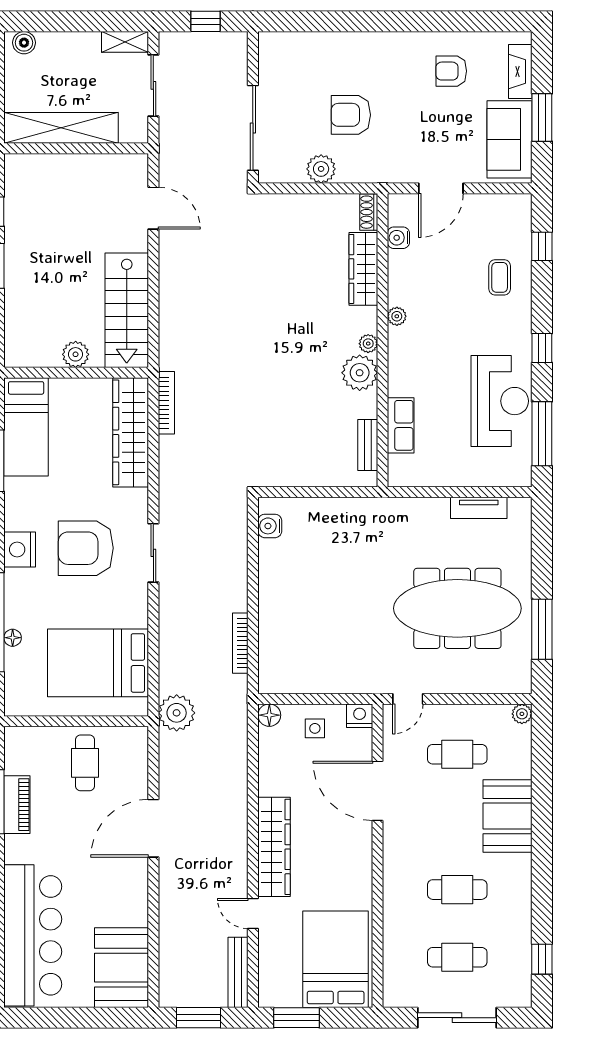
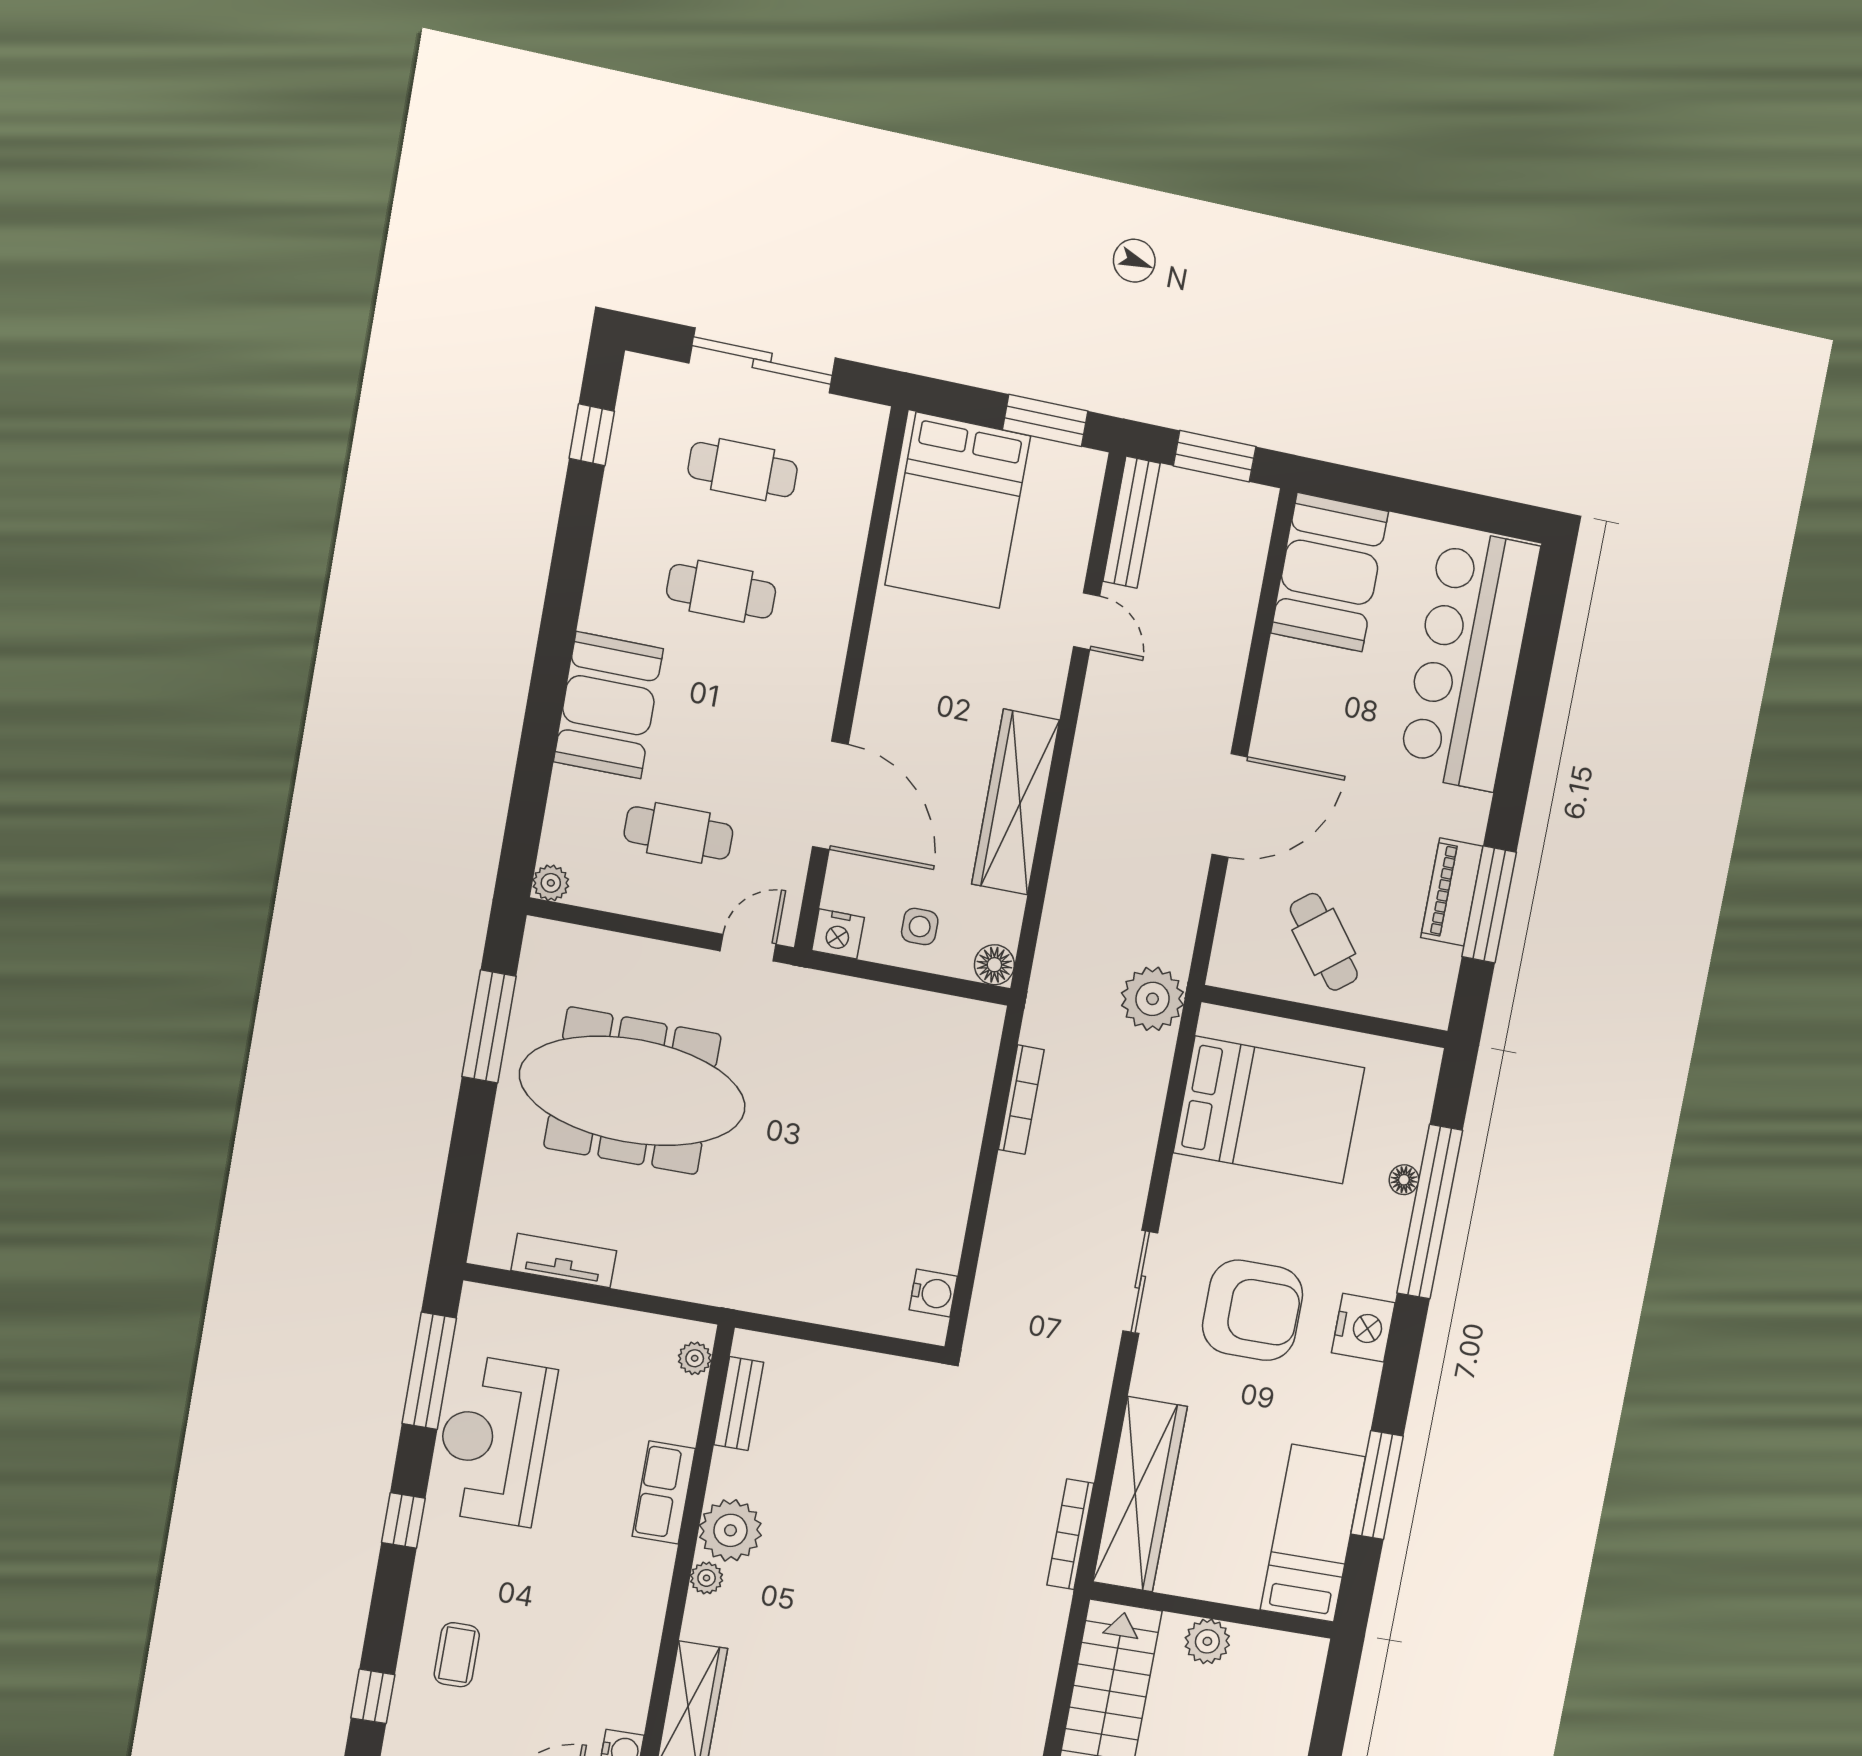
plant: (397, 316) -> (695, 1358), moved
row of seats: (401, 425) -> (664, 1492), moved
cafe table: (85, 763) -> (1324, 942), turned -38
wardrobe: (274, 847) -> (1016, 802), moved

